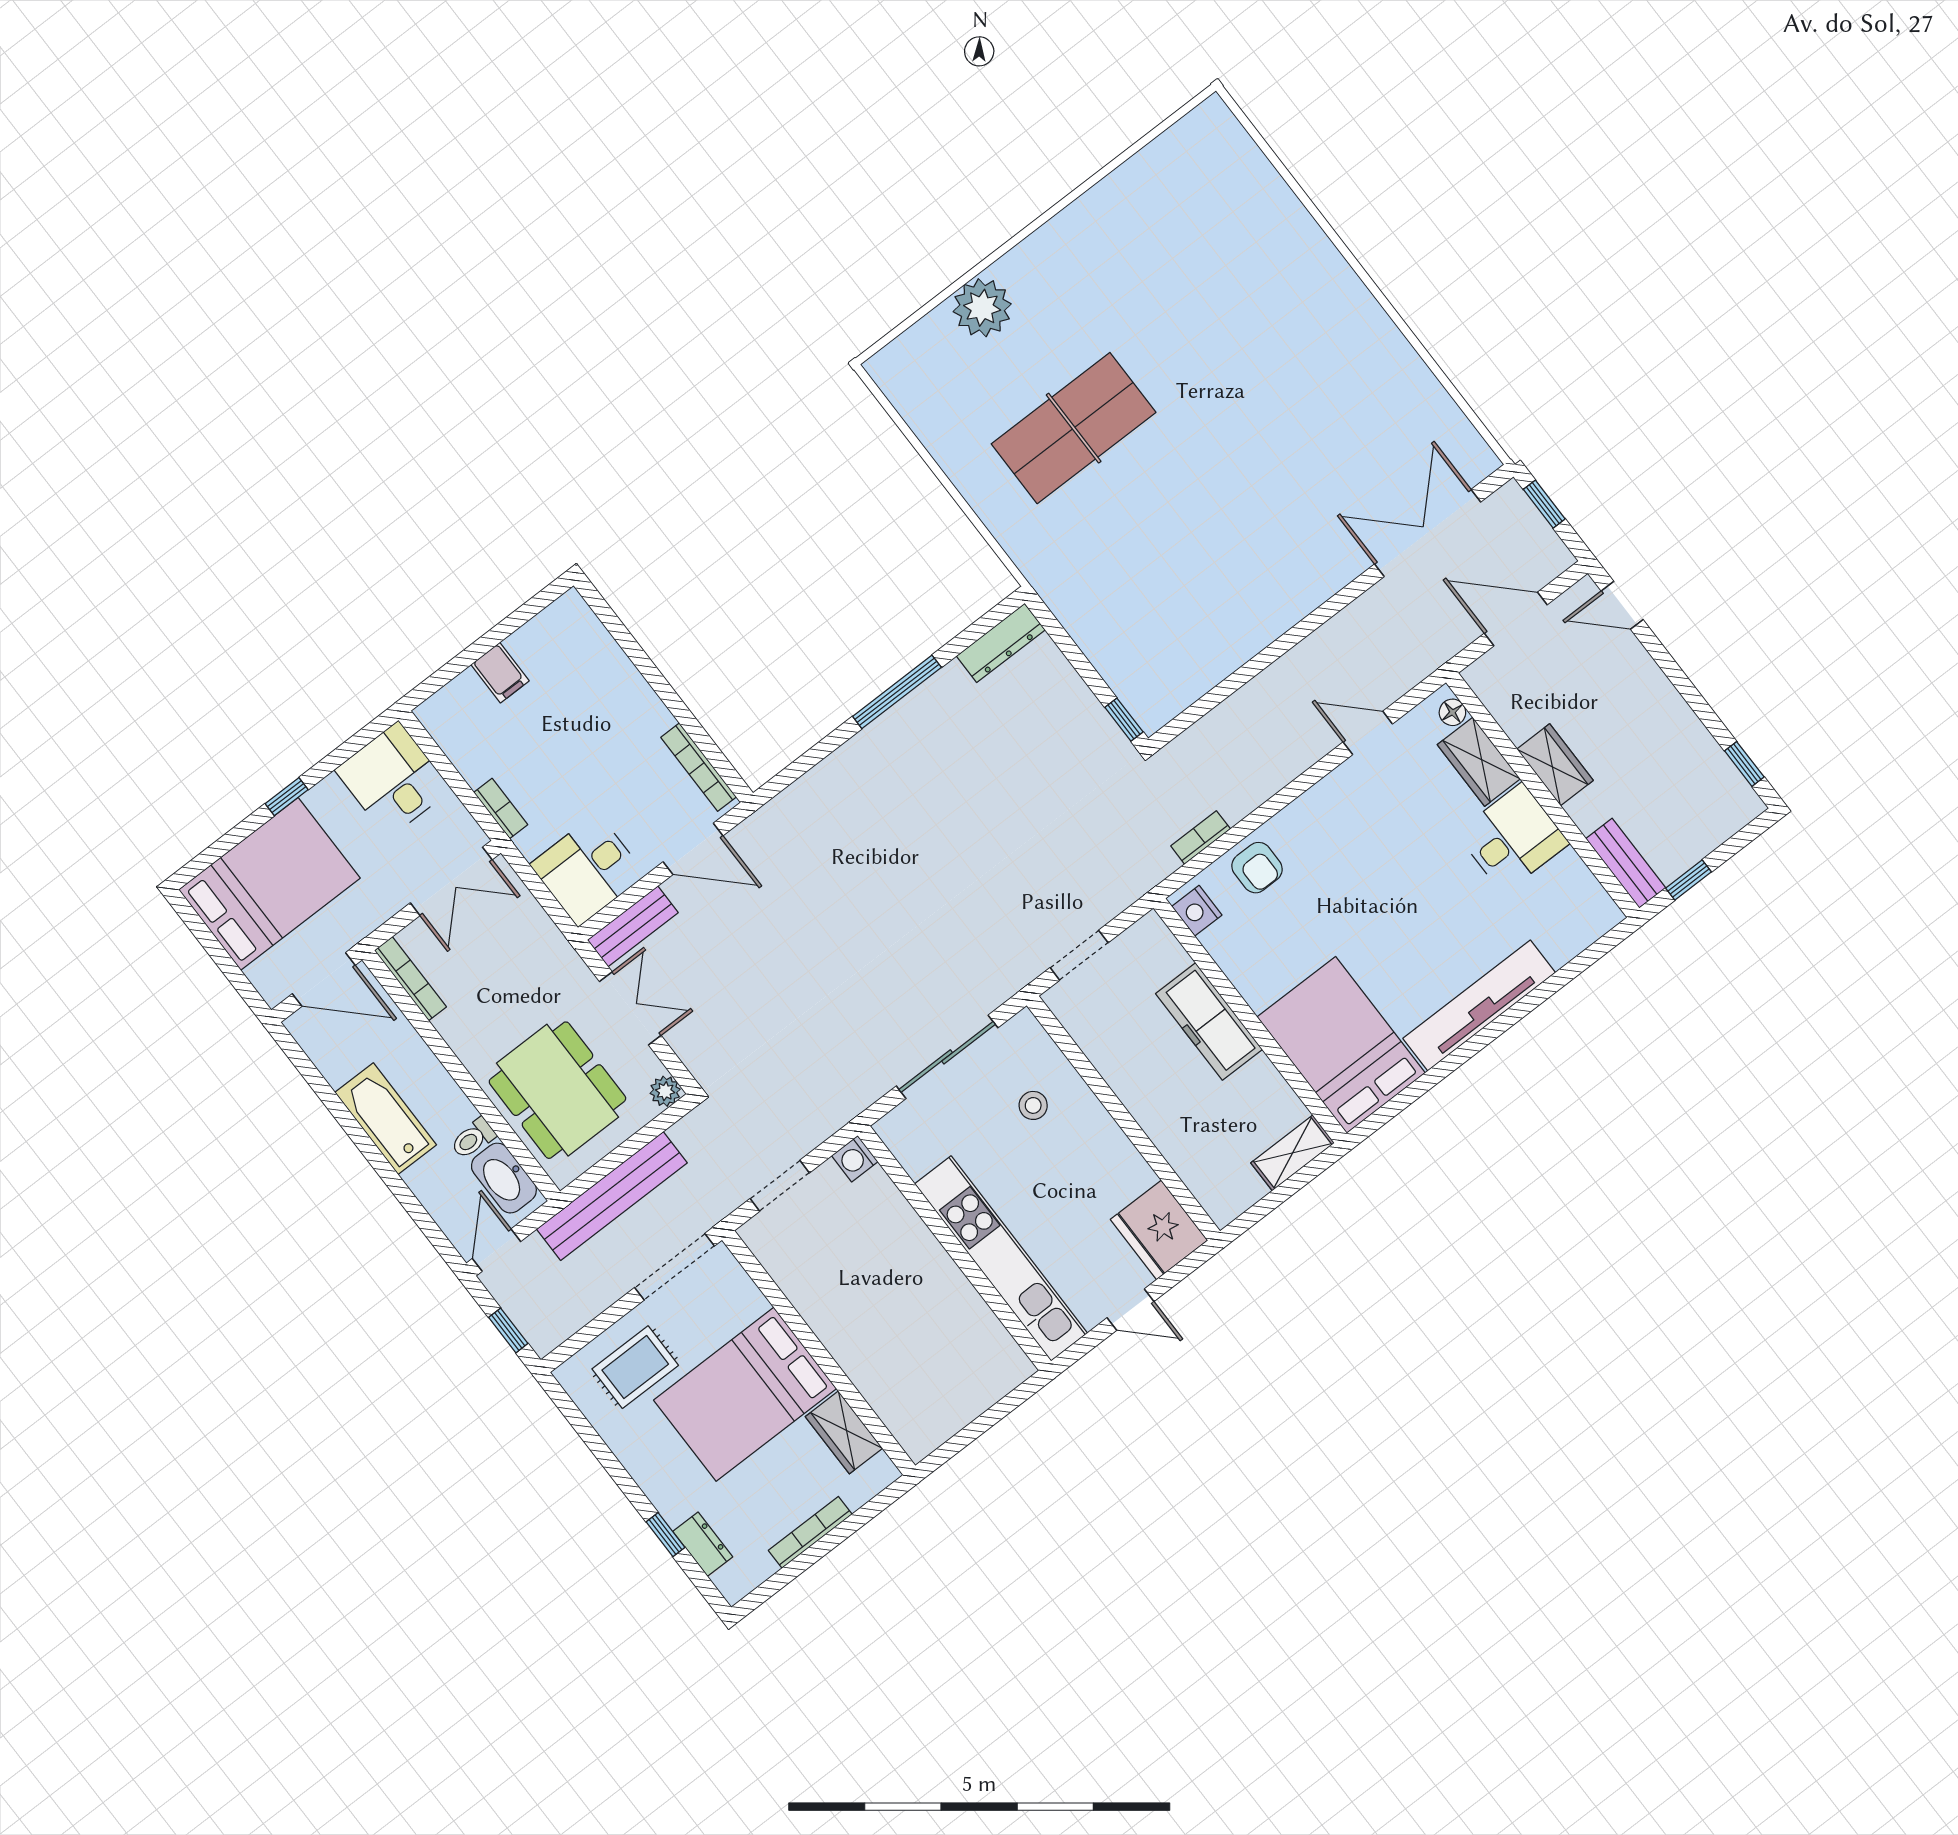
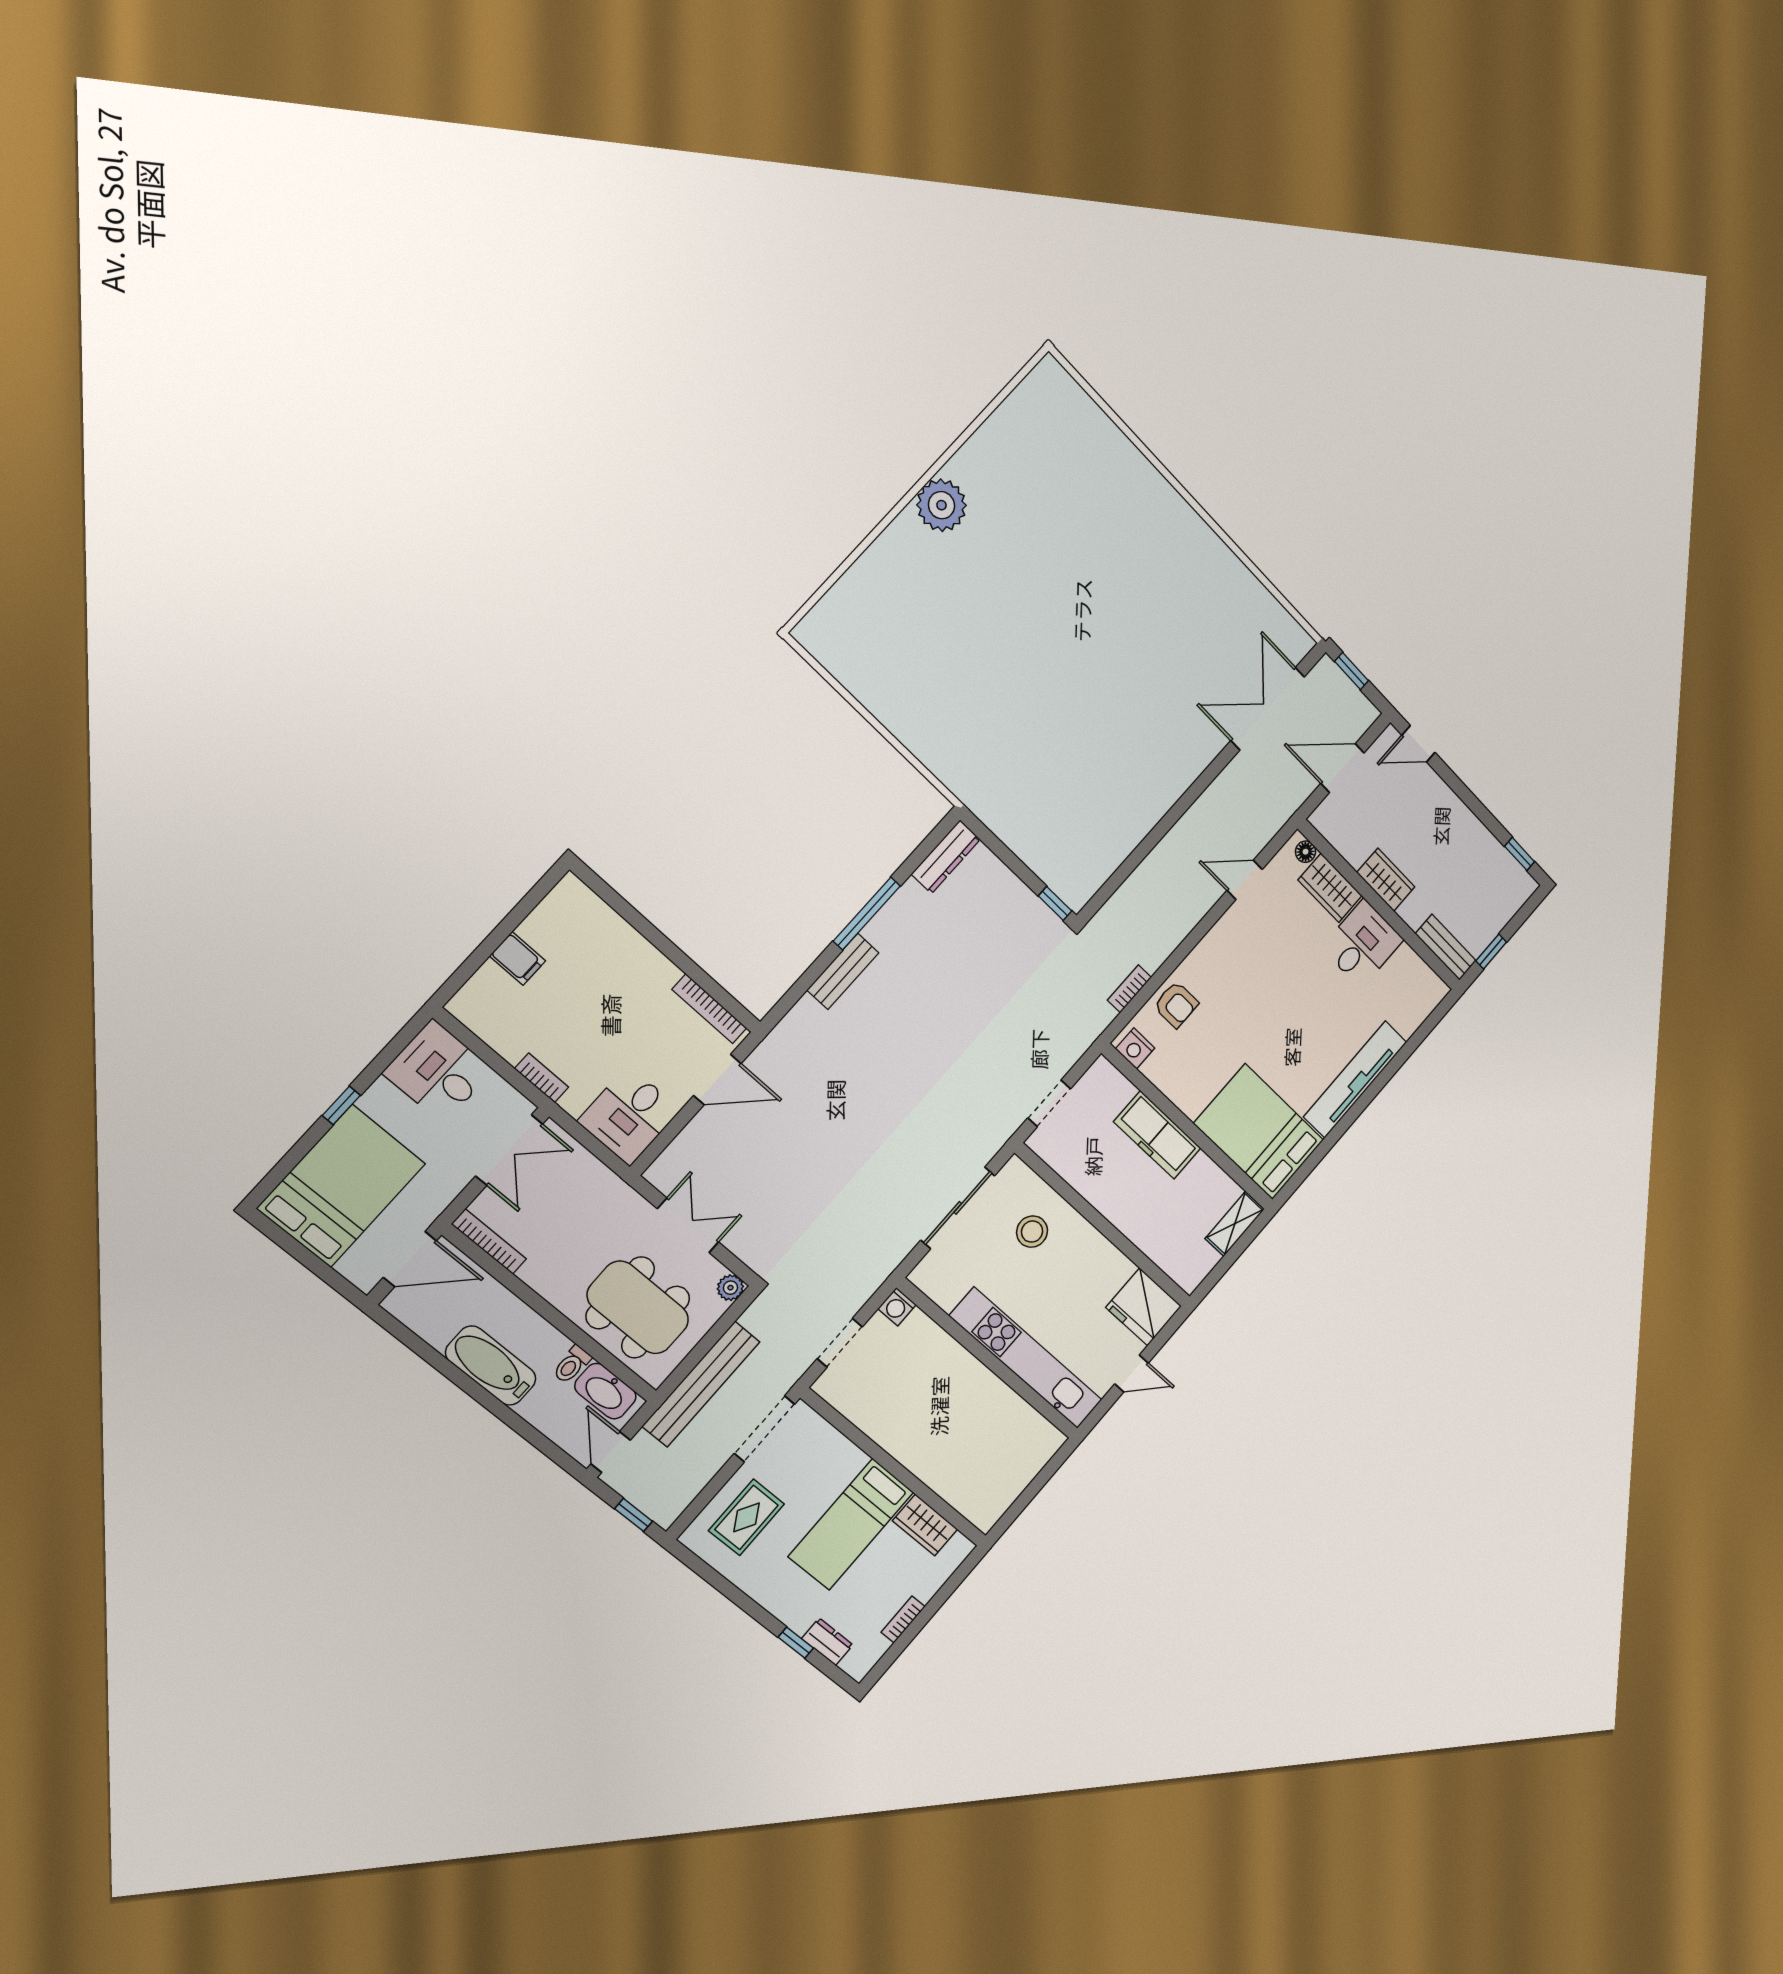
plant: (982, 308) -> (941, 505), moved
table tennis table: (1074, 428) -> (977, 663), removed
bench: (633, 926) -> (843, 971), moved
stool: (1033, 1105) -> (1032, 1232), width x1.37, depth x1.37
bed: (745, 1394) -> (851, 1524), width x0.67
bookcase: (810, 1532) -> (903, 1619), width x0.64

